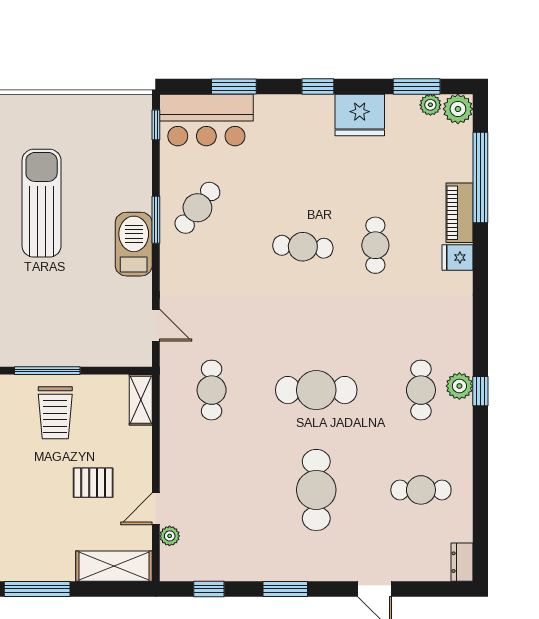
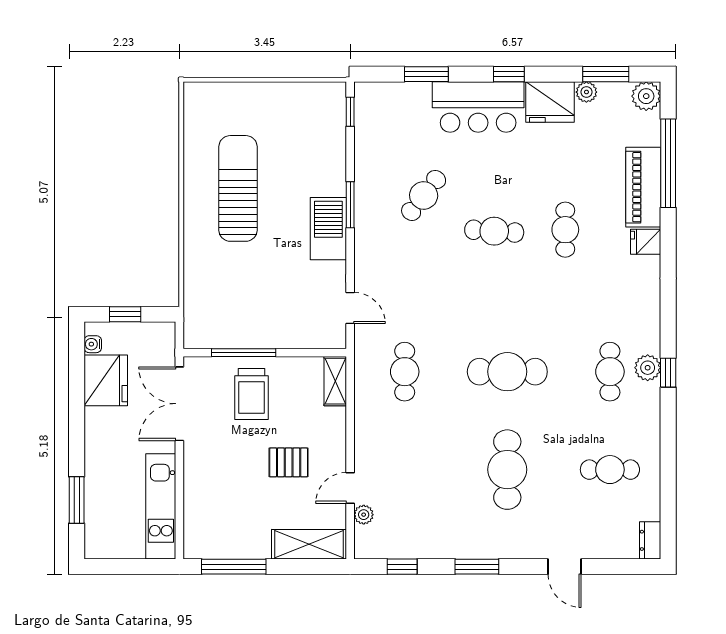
plant: (430, 105) -> (586, 92), moved
bar counter: (206, 120) -> (478, 107), moved
cafe table: (197, 208) -> (424, 195), moved
piano: (459, 213) -> (643, 187), width x1.37, depth x1.33

